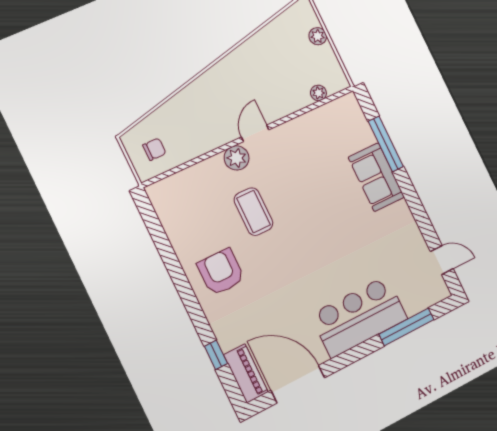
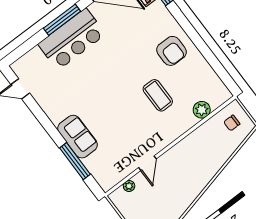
door: (255, 133) -> (147, 163), moved
plant: (237, 158) -> (202, 110), moved
window: (406, 327) -> (62, 20), moved

